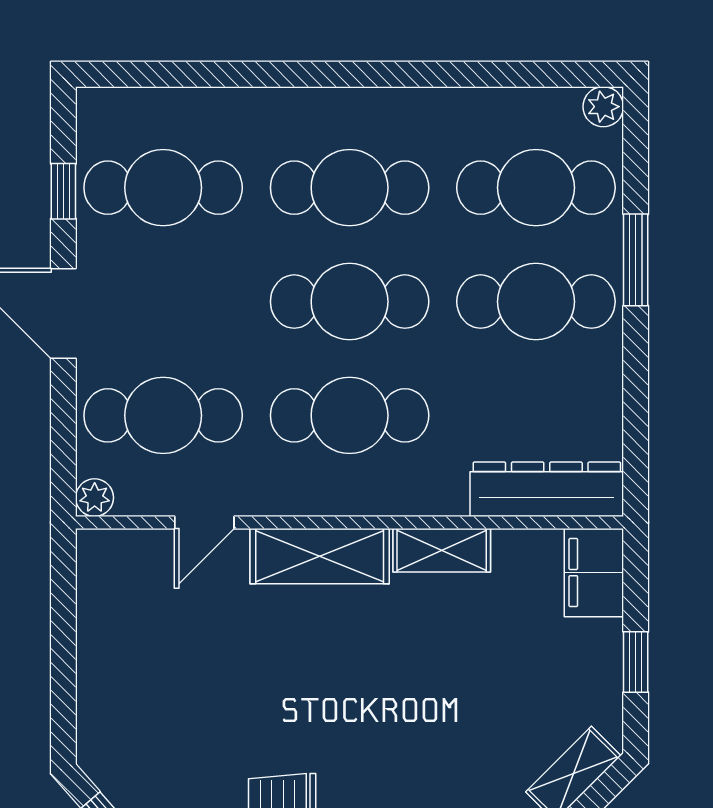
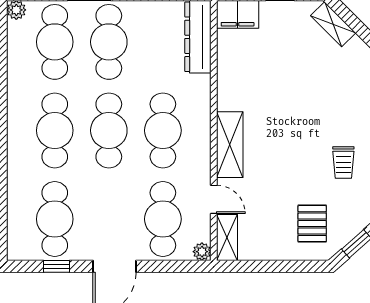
shelving: (442, 550) -> (227, 237), moved
pallet: (154, 730) -> (312, 224), added

